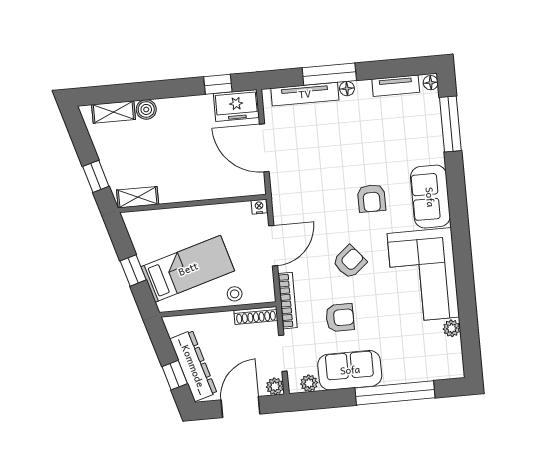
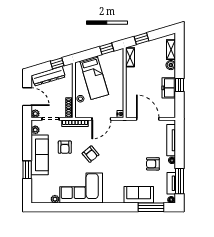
window: (329, 74) -> (180, 181), moved
window: (218, 84) -> (180, 85), moved
freezer: (236, 106) -> (169, 88), moved
door: (264, 148) -> (148, 119), hinge flipped
sofa: (430, 197) -> (139, 195), moved
armchair: (371, 198) -> (153, 164), moved
door: (273, 246) -> (101, 119), hinge flipped
window: (133, 270) -> (107, 49), moved
sofa: (350, 370) -> (40, 155), width x1.36
window: (175, 375) -> (57, 63), moved
window: (395, 393) -> (27, 170), width x0.47

